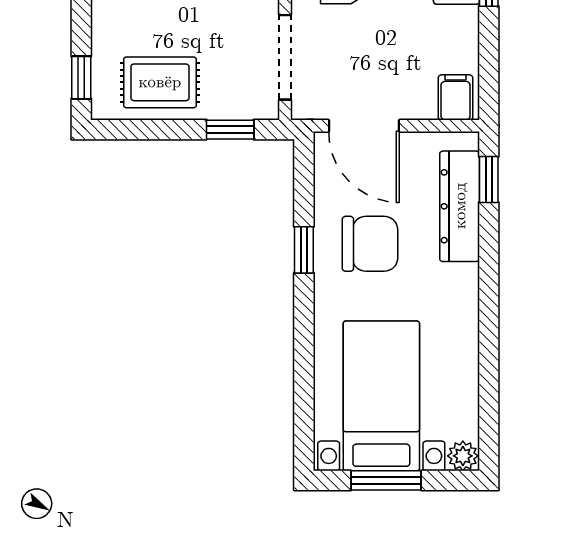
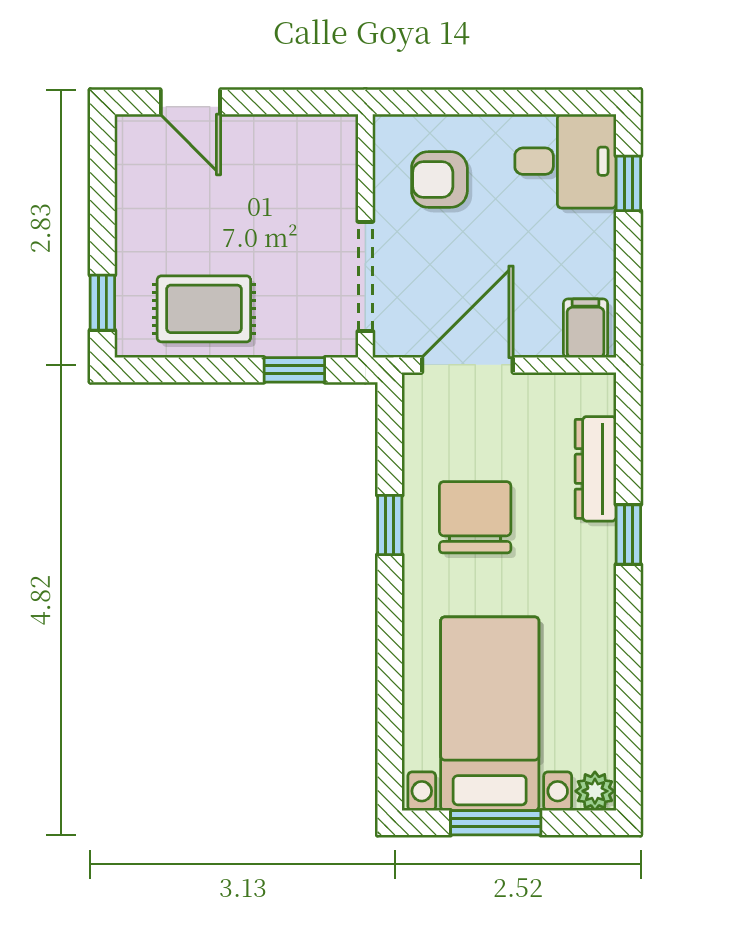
door: (364, 126) -> (467, 365), swing flipped
window: (489, 180) -> (628, 534), moved
dresser: (460, 206) -> (596, 469), width x0.73, depth x0.80
chair: (370, 244) -> (475, 517), turned -90

